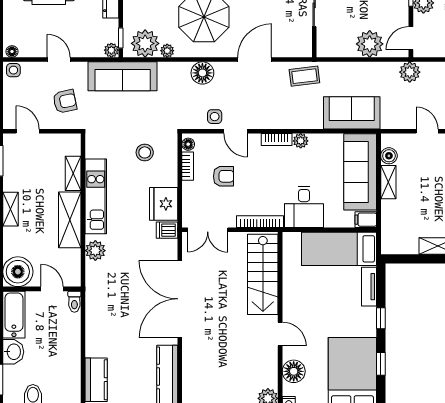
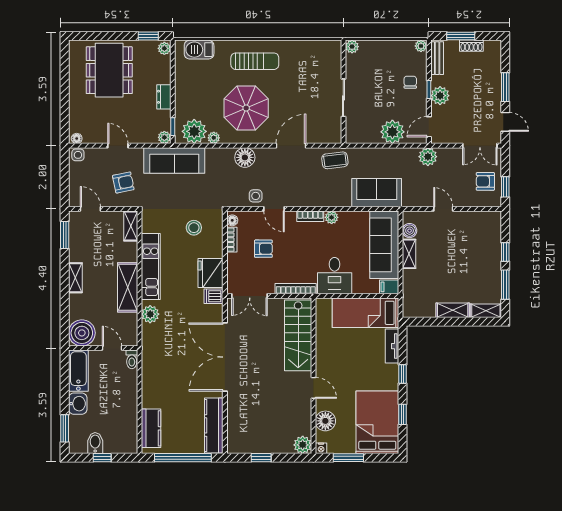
shelving: (73, 173) -> (131, 226), moved

